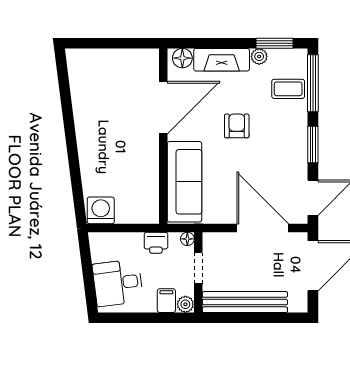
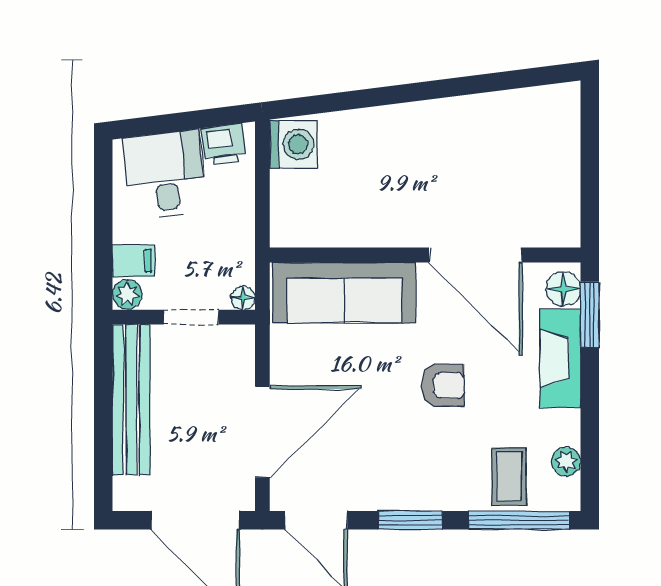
window: (274, 43) -> (590, 315), moved
plant: (259, 56) -> (566, 462), moved
printer: (156, 243) -> (224, 144), moved, turned -97

